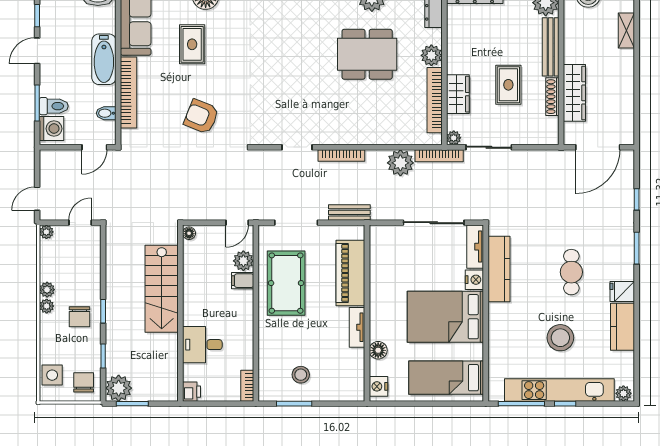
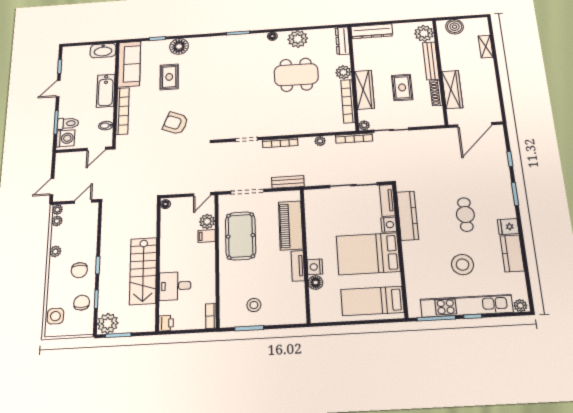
wardrobe: (458, 94) -> (364, 90), width x1.50
plant: (400, 163) -> (320, 141), width x0.53, depth x0.53
stairs: (162, 289) -> (143, 271), moved
plant: (47, 306) -> (57, 221), moved
chair: (84, 382) -> (82, 303), moved
nightstand: (378, 386) -> (315, 267), moved

